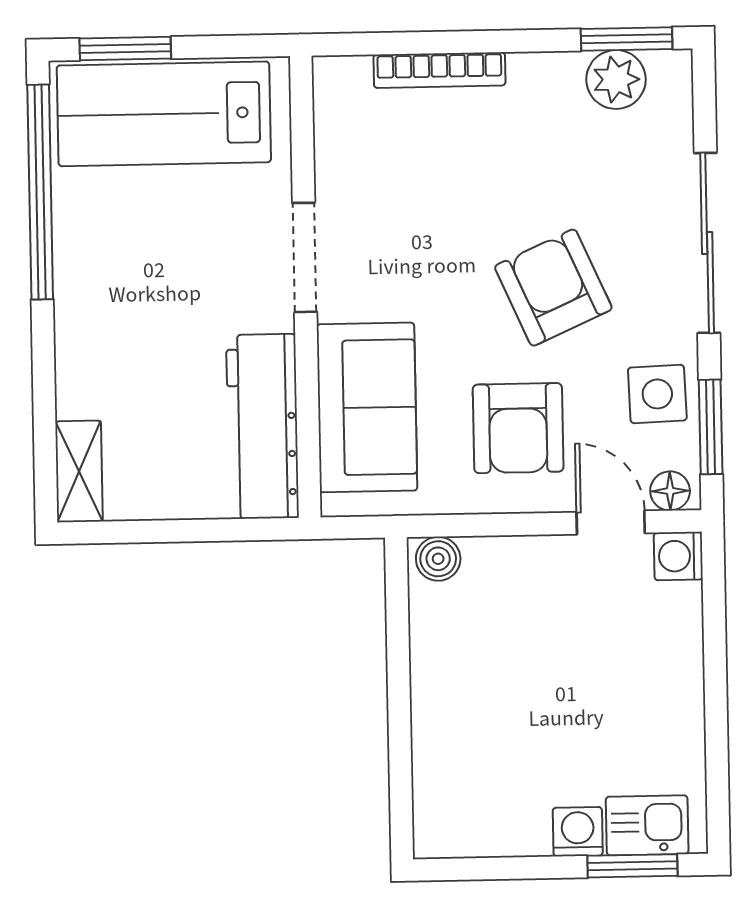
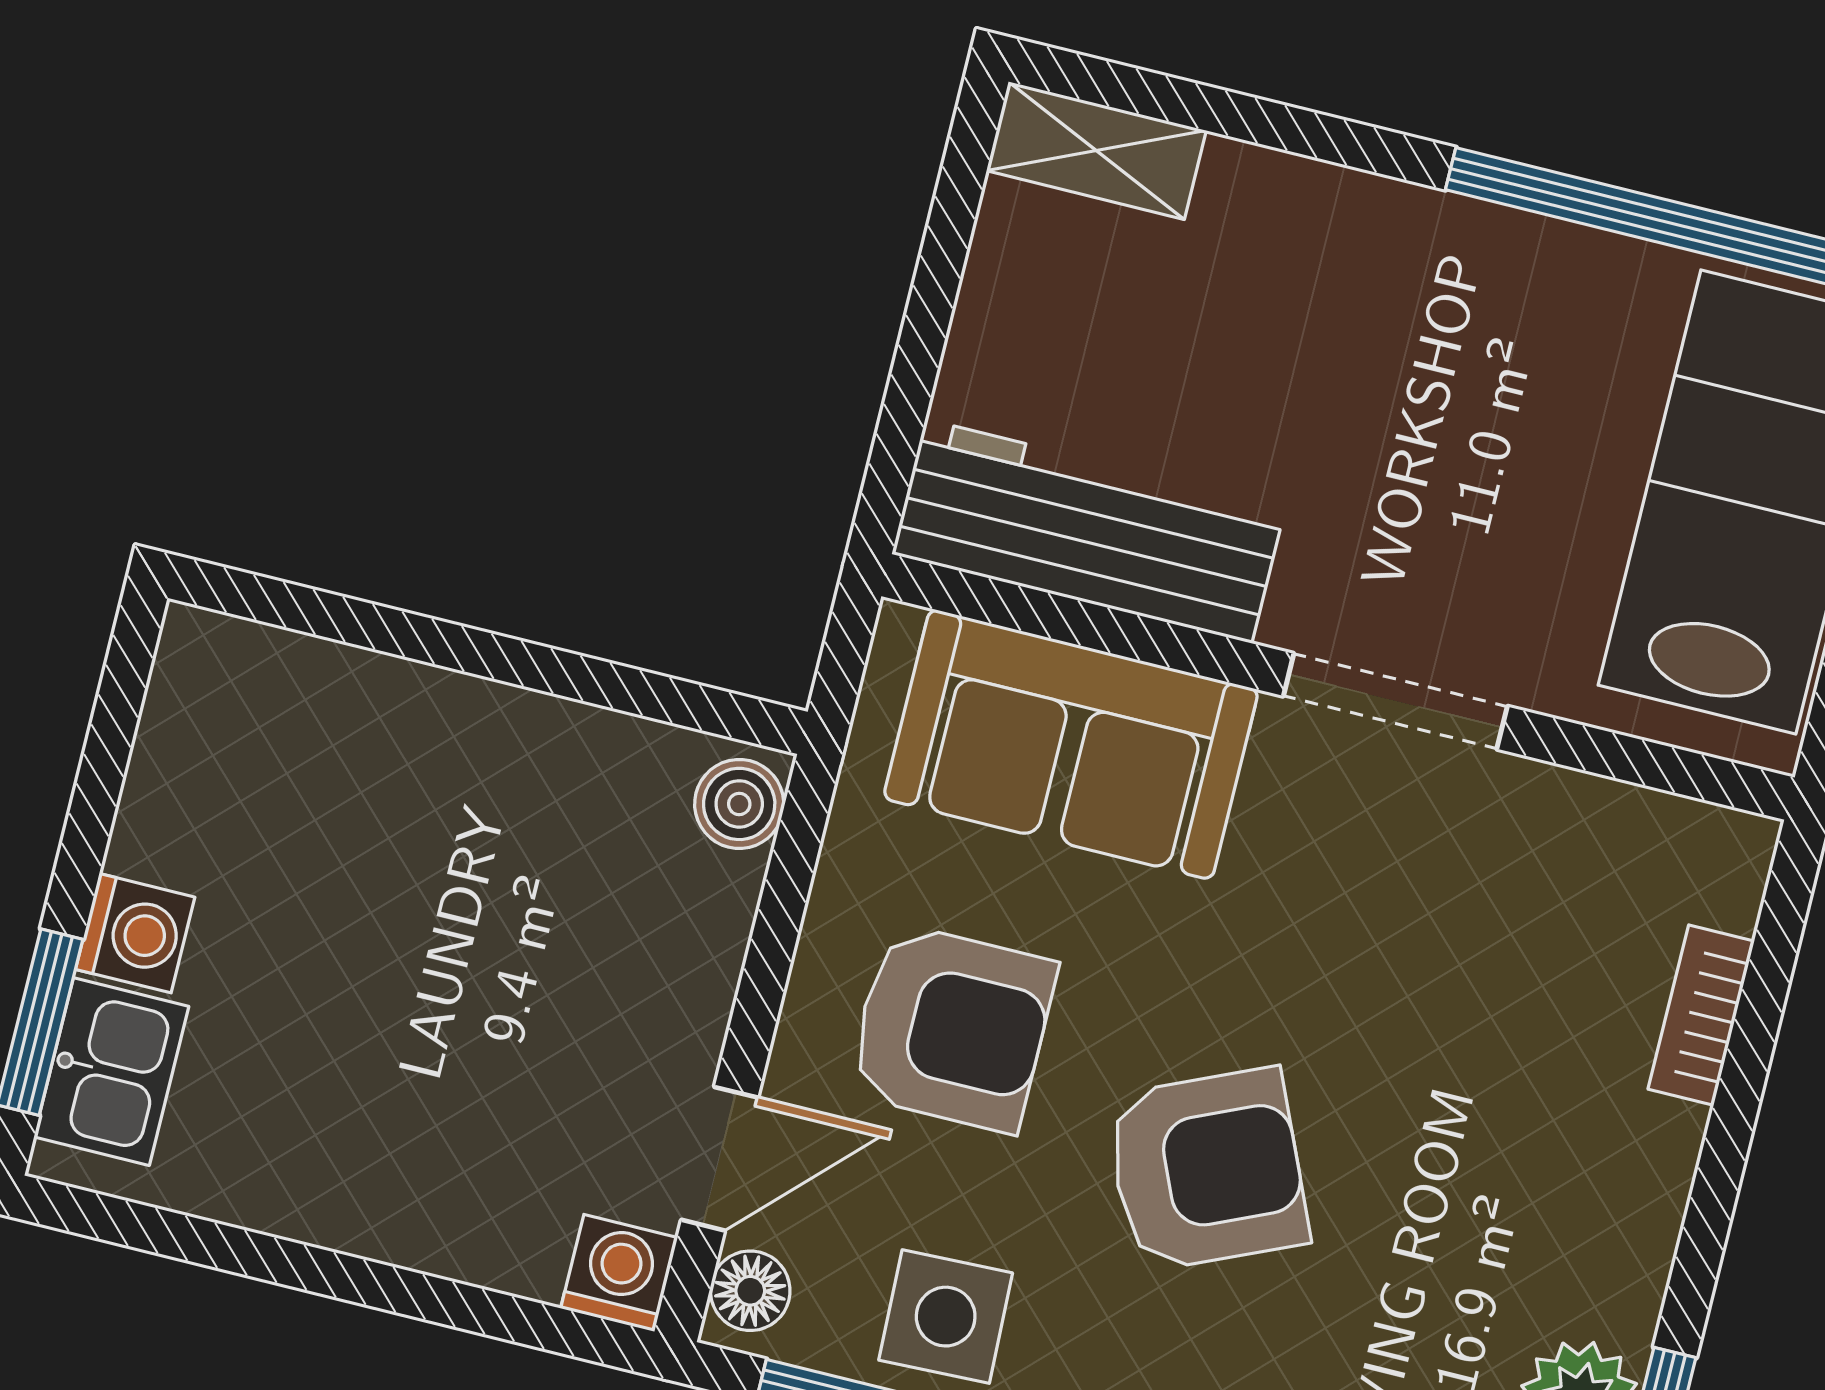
bookcase: (439, 70) -> (1701, 1015), width x0.64
armchair: (518, 428) -> (952, 1028), turned 180

